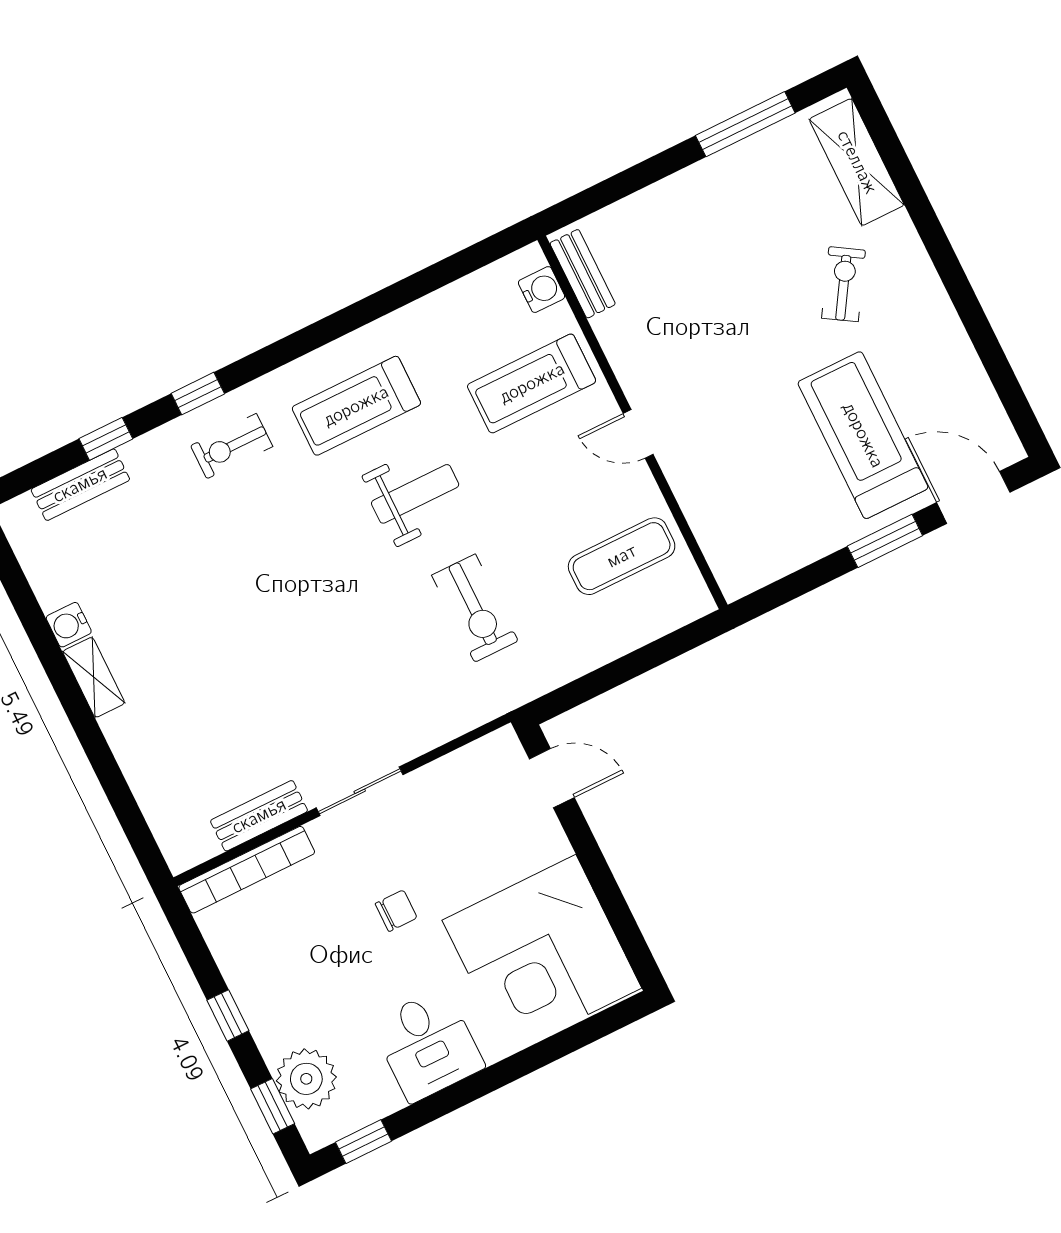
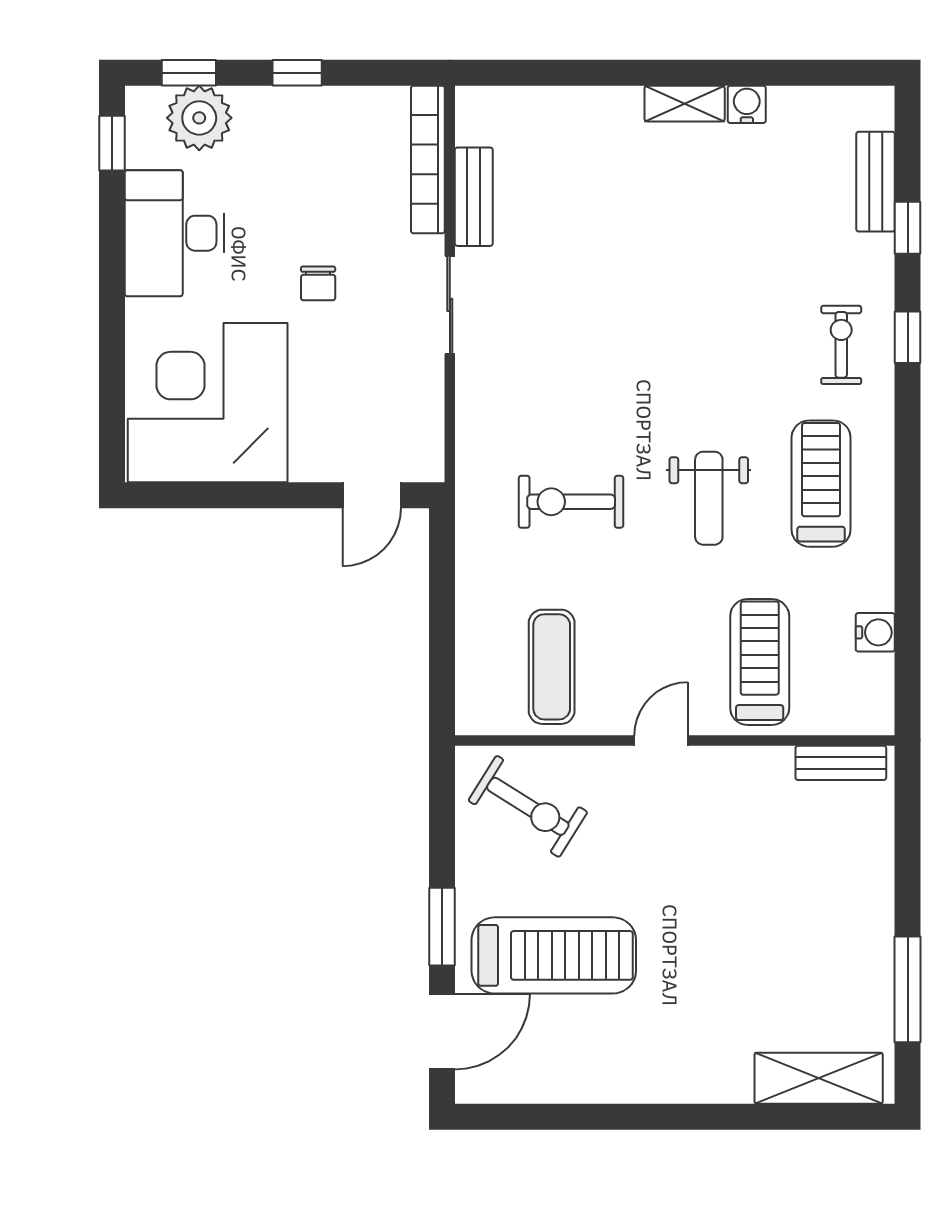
exercise bike: (844, 284) -> (528, 806), moved, width x1.38, depth x1.39
water cooler: (542, 290) -> (875, 632), moved, turned -90
desk: (428, 1045) -> (175, 233), width x1.37

